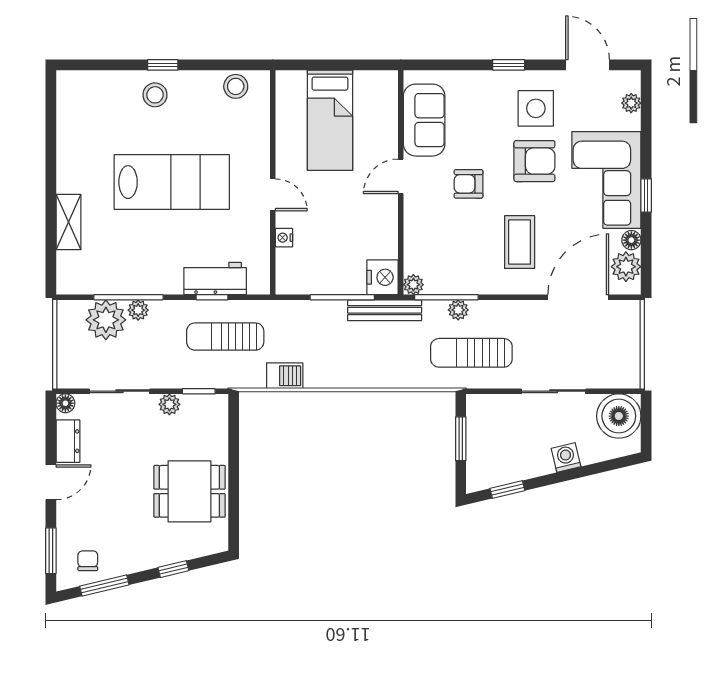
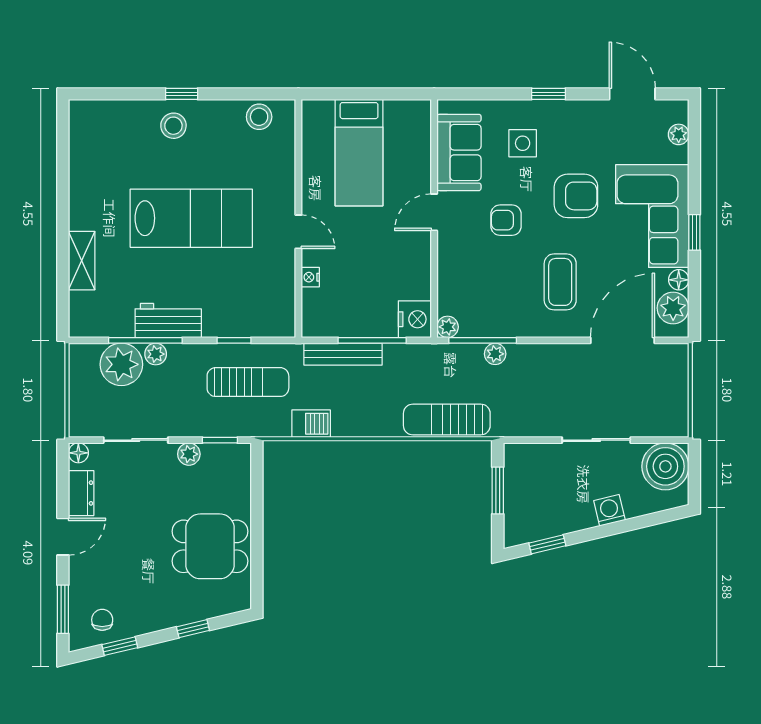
side table: (536, 108) -> (523, 143), moved, width x0.73, depth x0.73
workbench: (215, 278) -> (168, 321), moved
bench: (385, 310) -> (343, 354), moved
sun lounger: (225, 337) -> (248, 382), turned 180
sun lounger: (471, 353) -> (447, 419), moved
window: (104, 585) -> (120, 646), width x0.67

